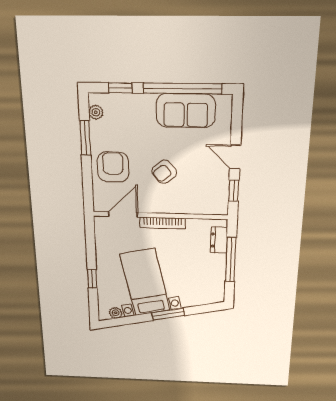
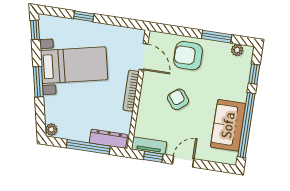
armchair: (113, 167) -> (188, 56), turned 180
tv unit: (221, 197) -> (149, 146), added
dresser: (219, 240) -> (108, 139), width x1.44
plant: (116, 313) -> (51, 129), moved
window: (116, 322) -> (35, 30), added

